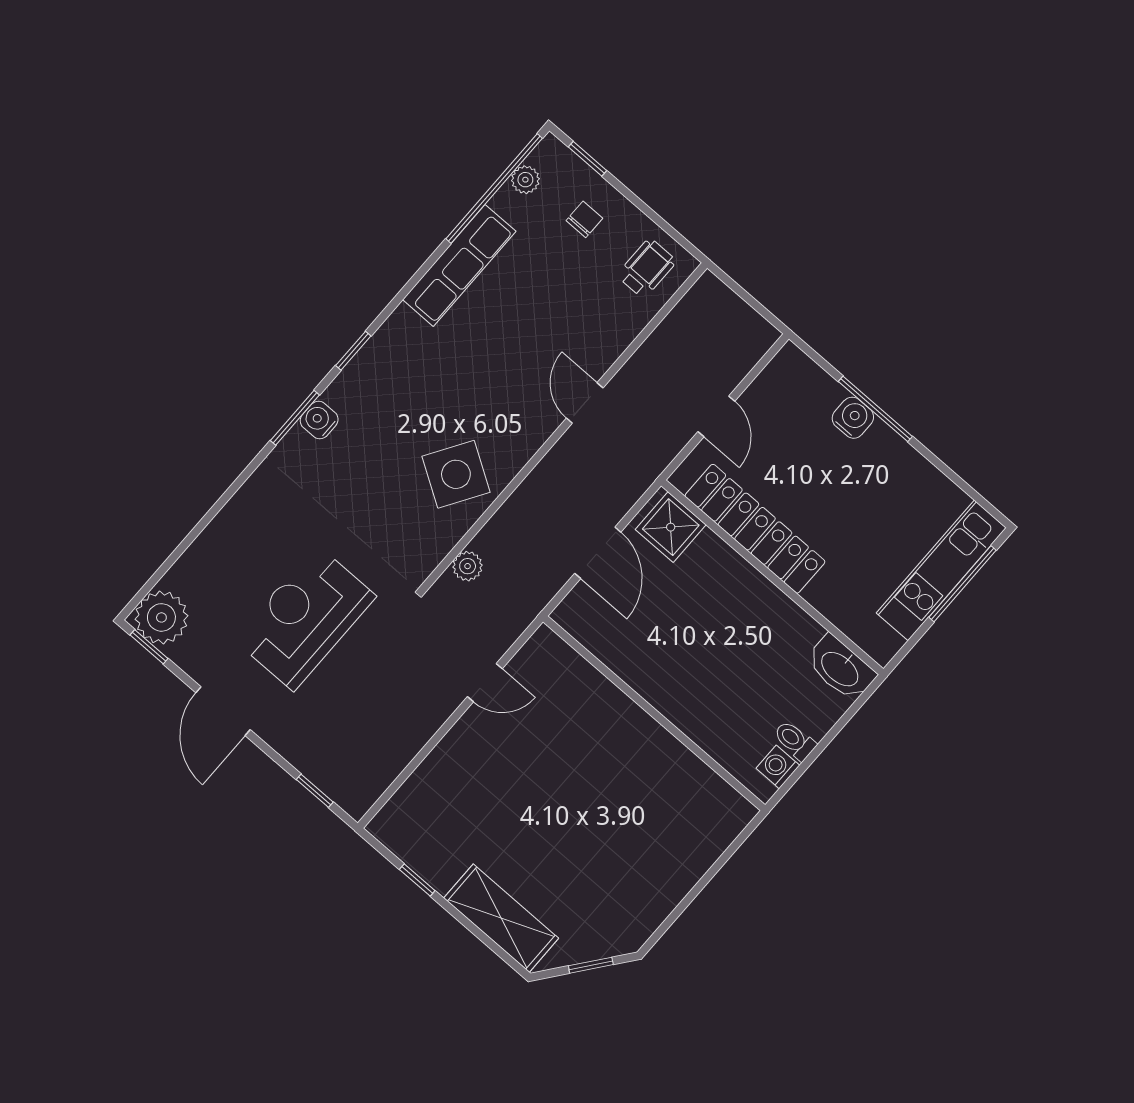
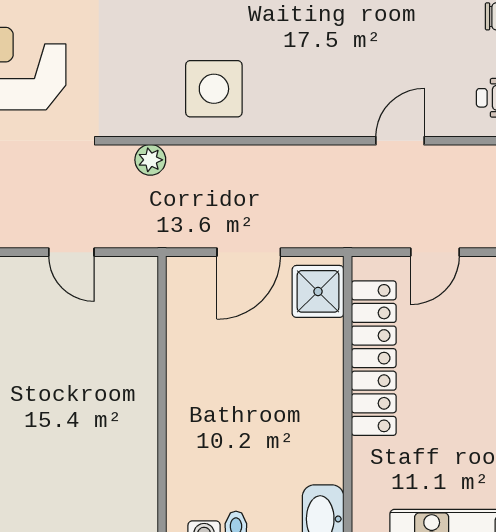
door: (585, 403) -> (400, 141), moved
side table: (456, 474) -> (214, 89), turned -32

